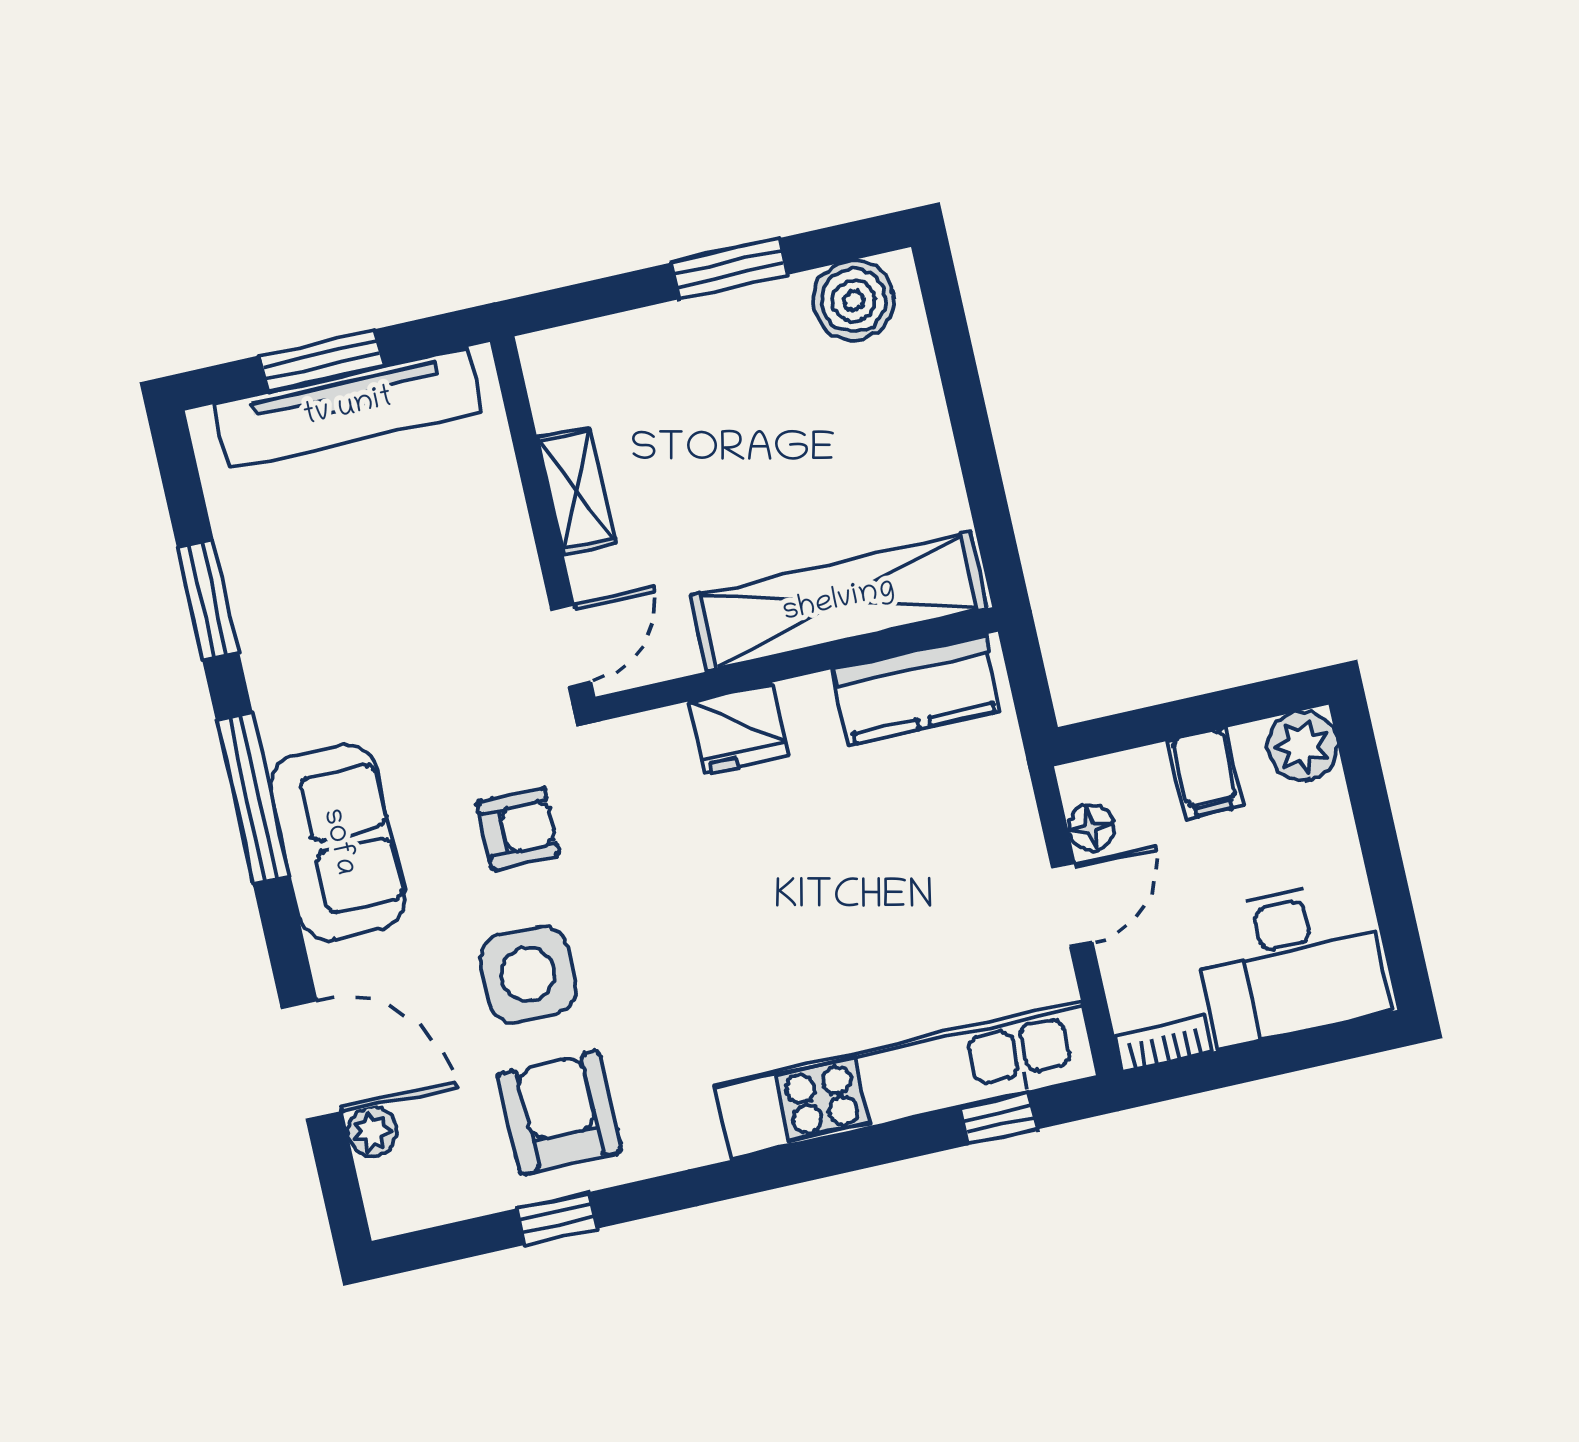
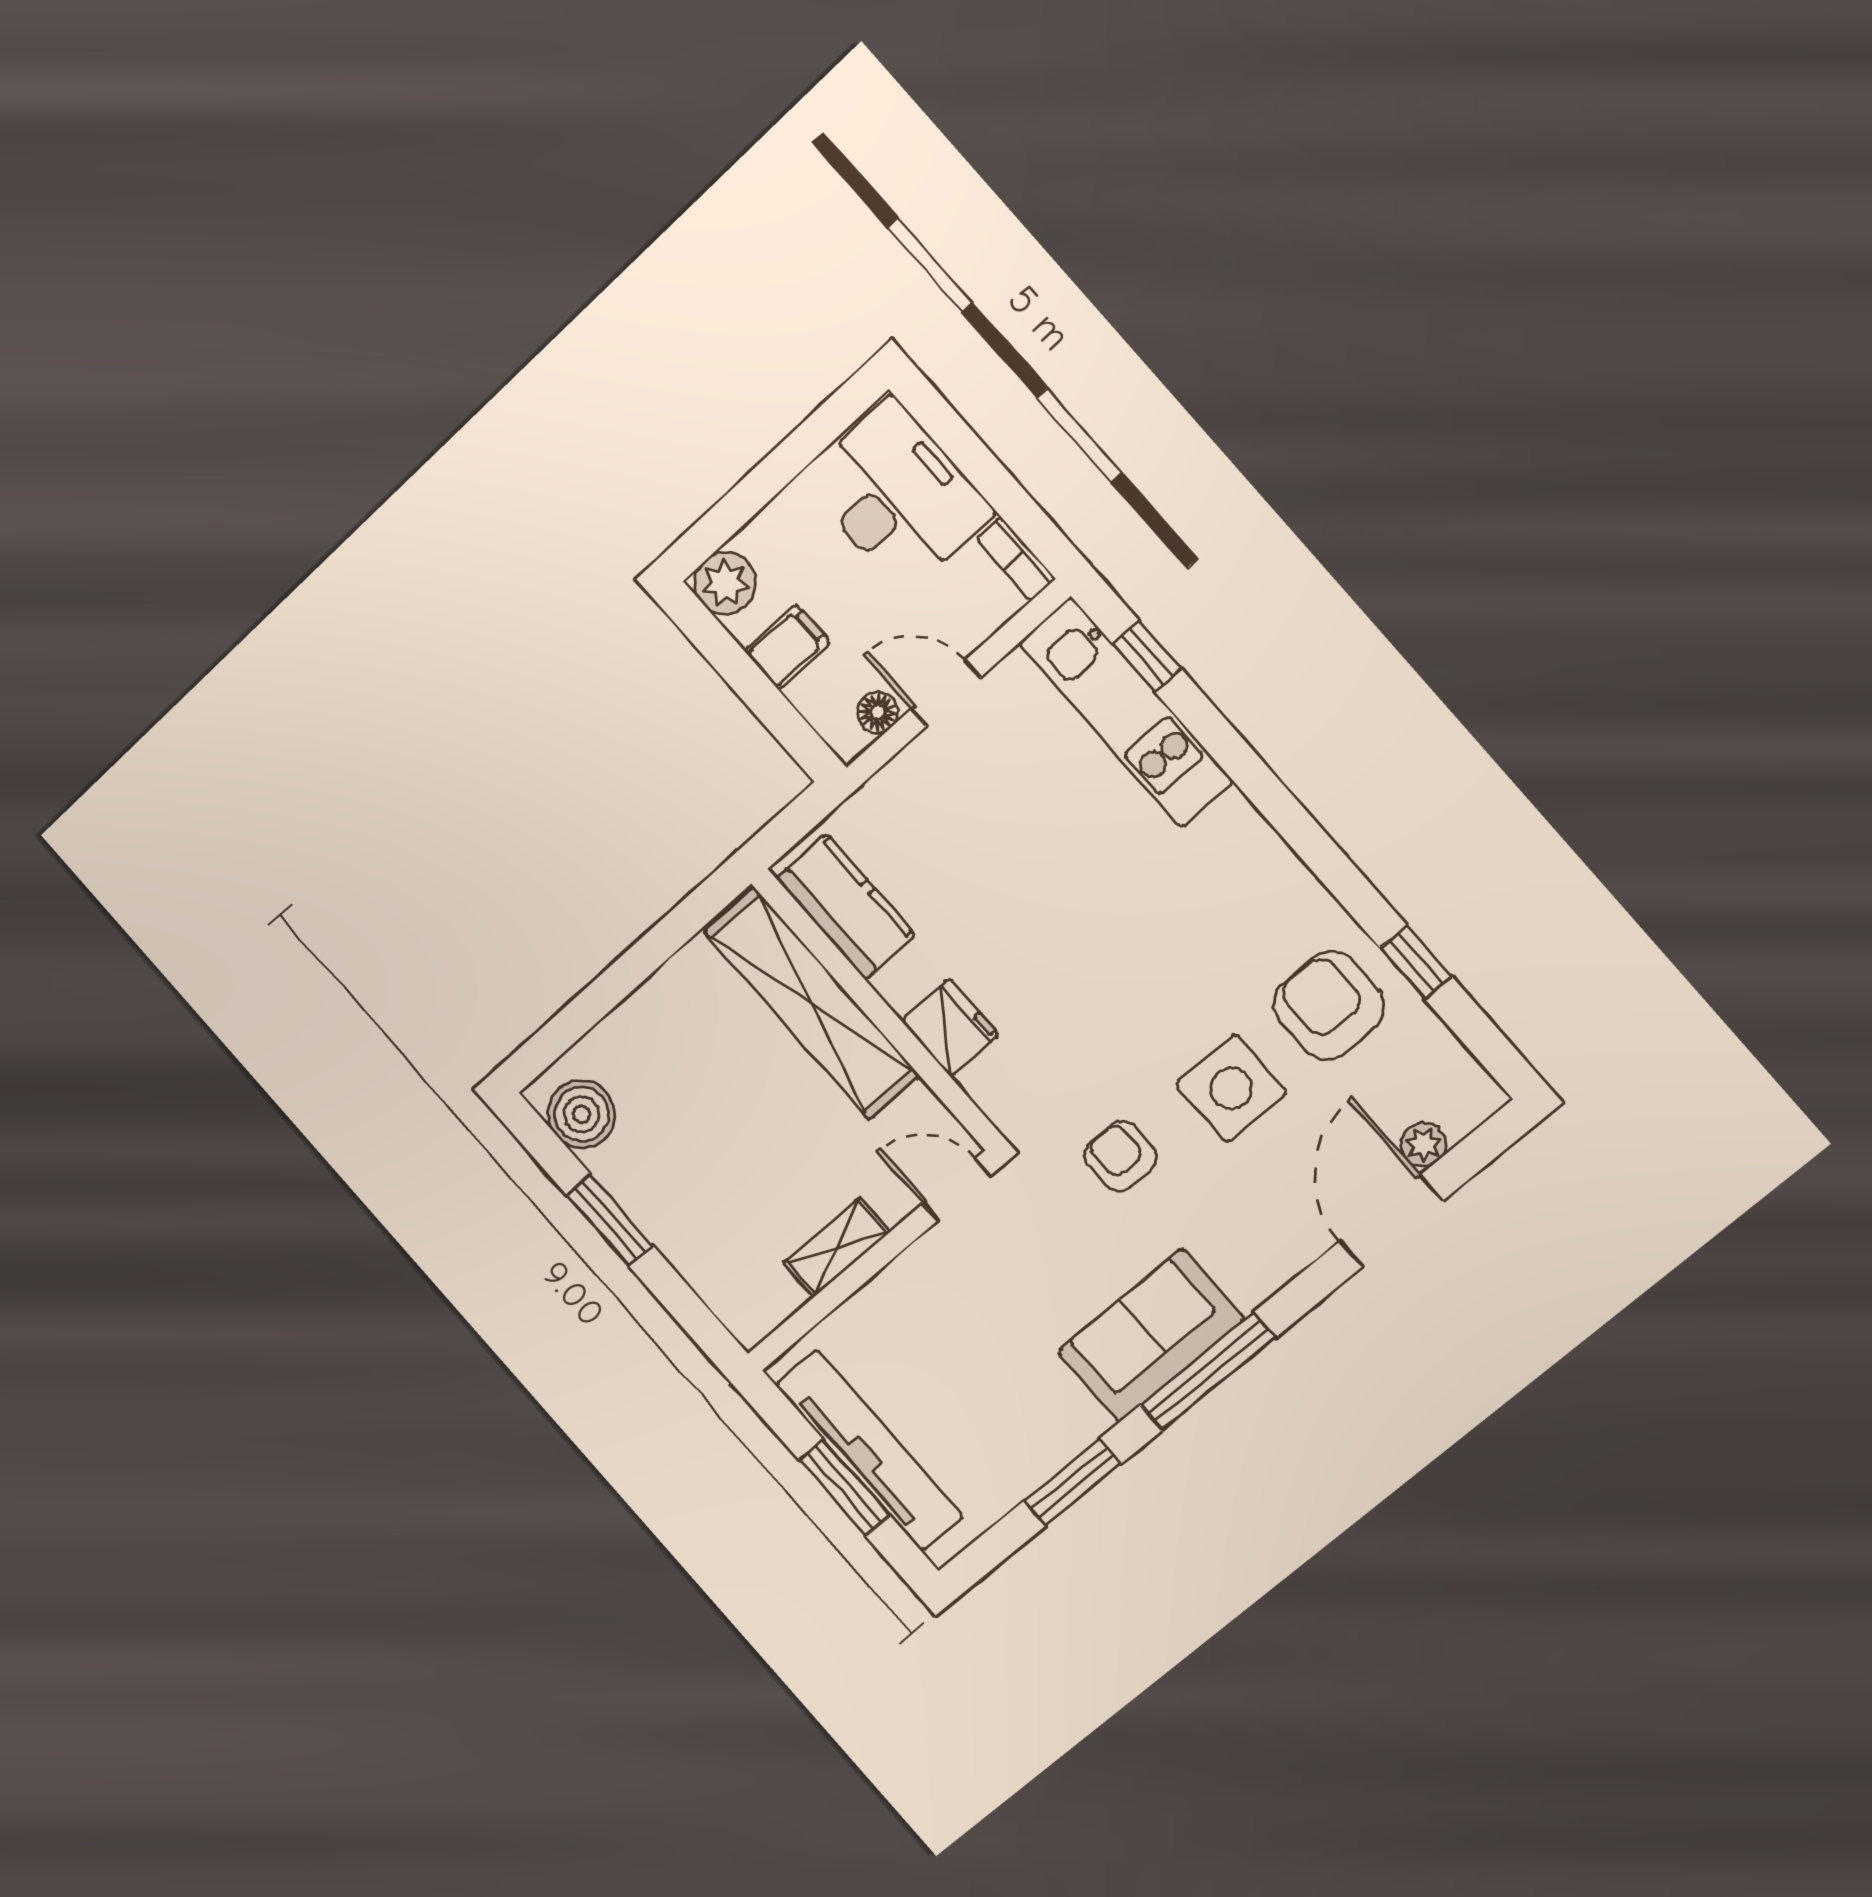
sofa: (338, 842) -> (1151, 1336), moved
kitchen unit: (906, 1081) -> (1126, 712), width x0.73
armchair: (560, 1113) -> (1329, 1005), turned 90

